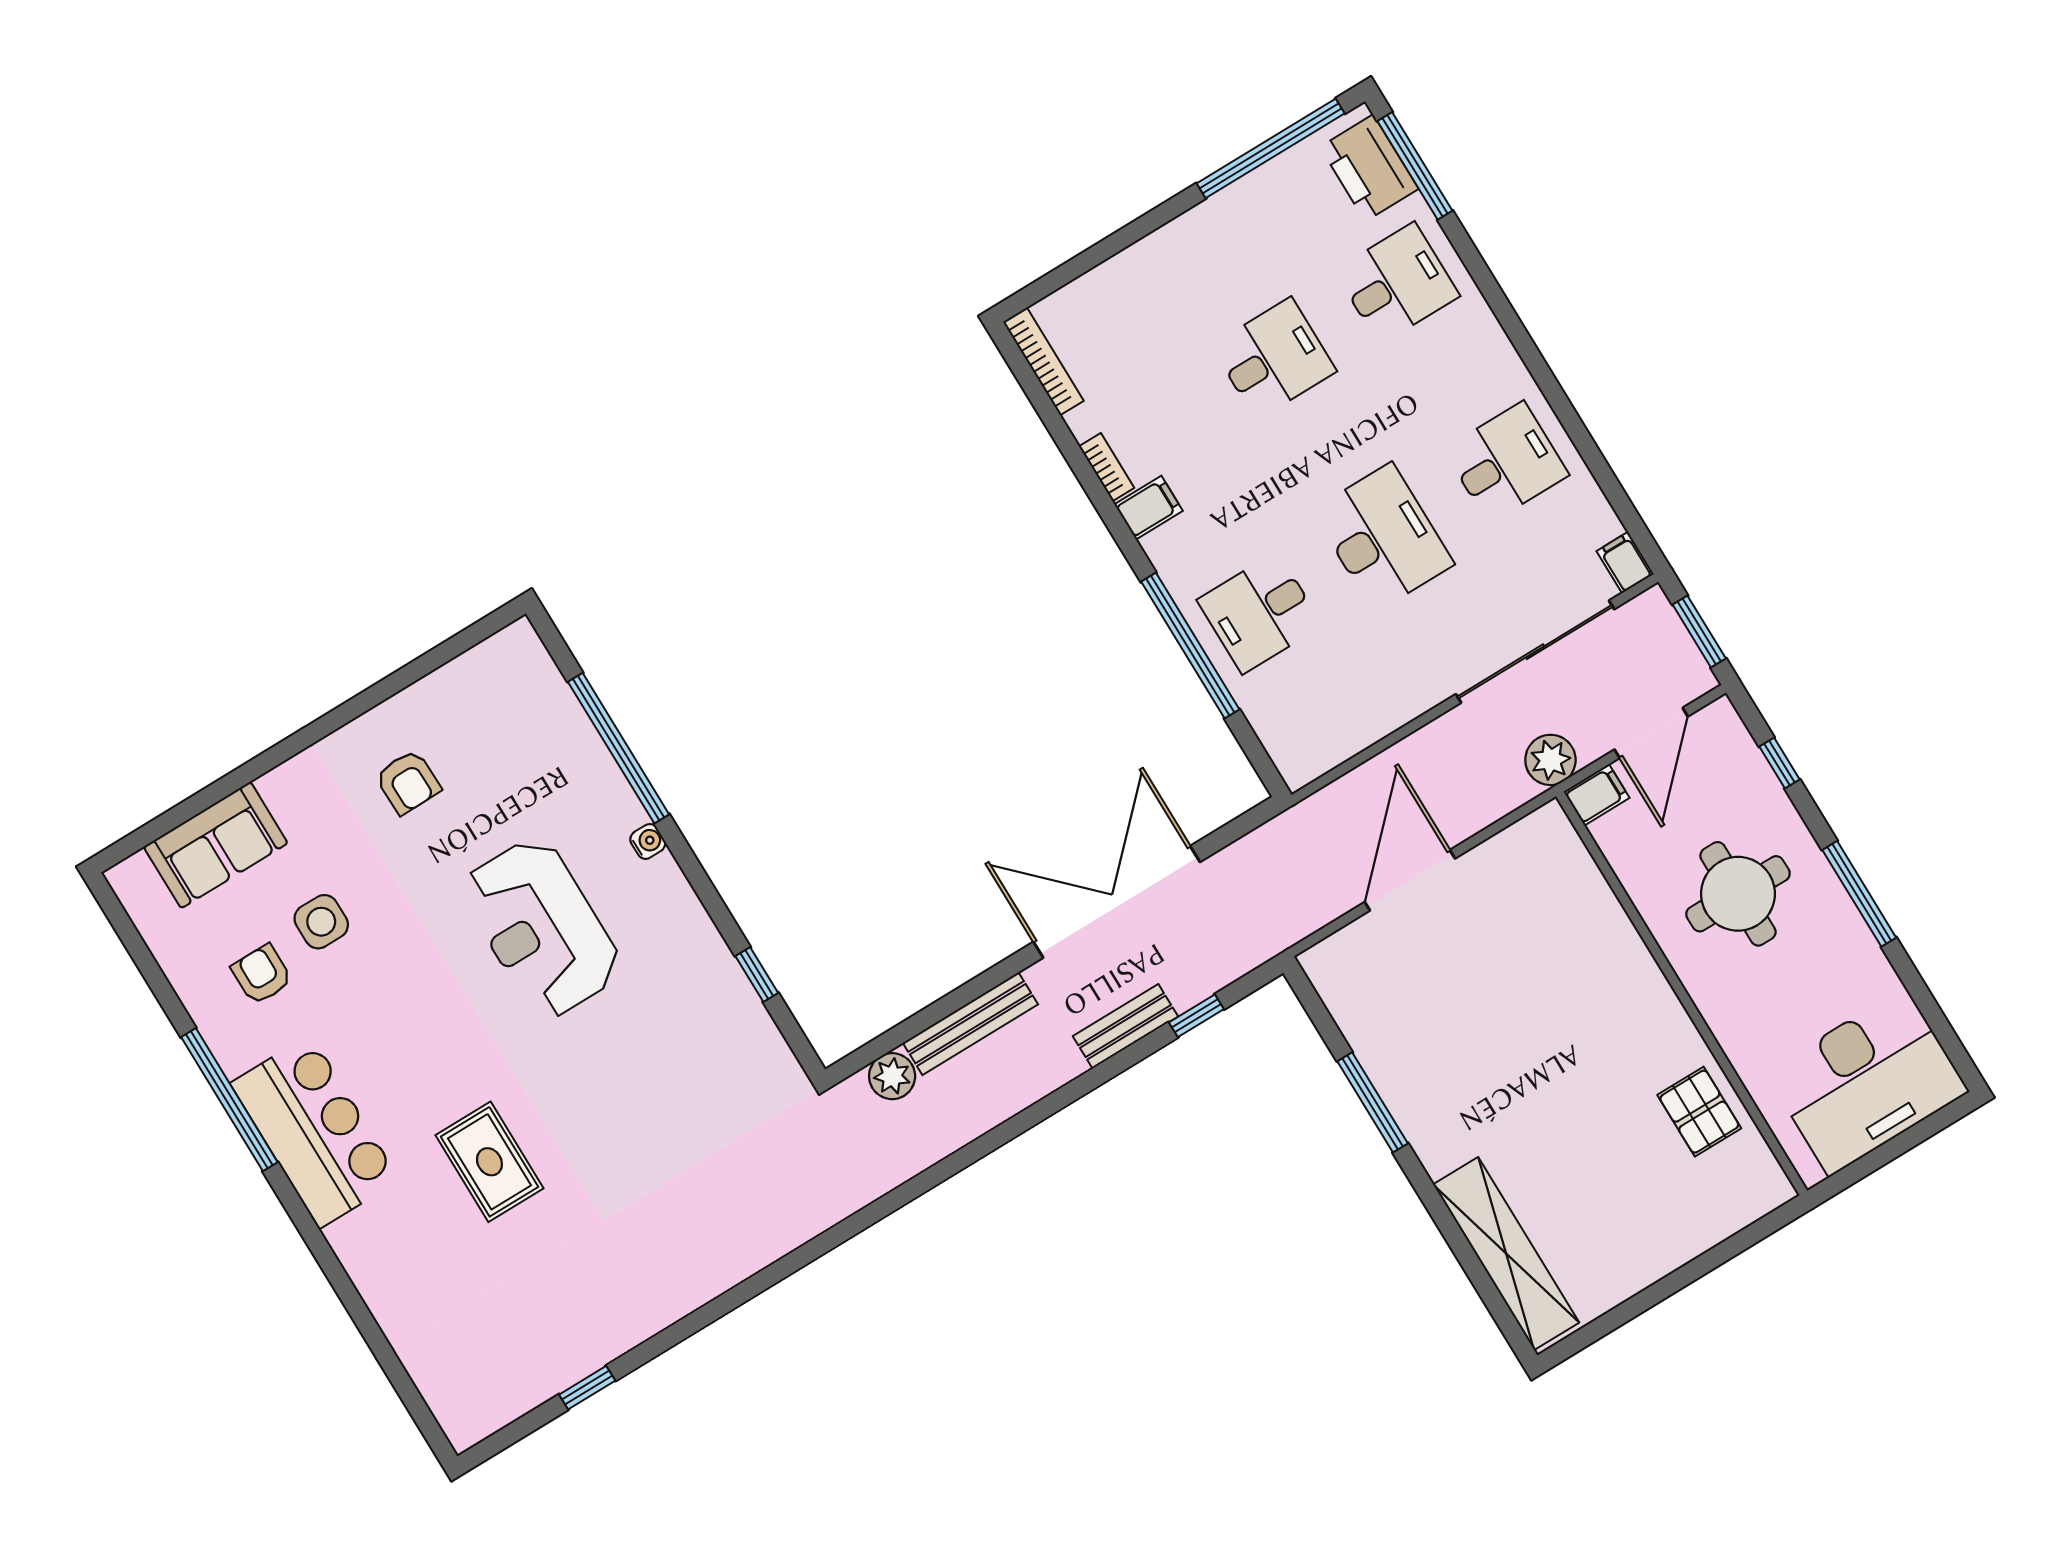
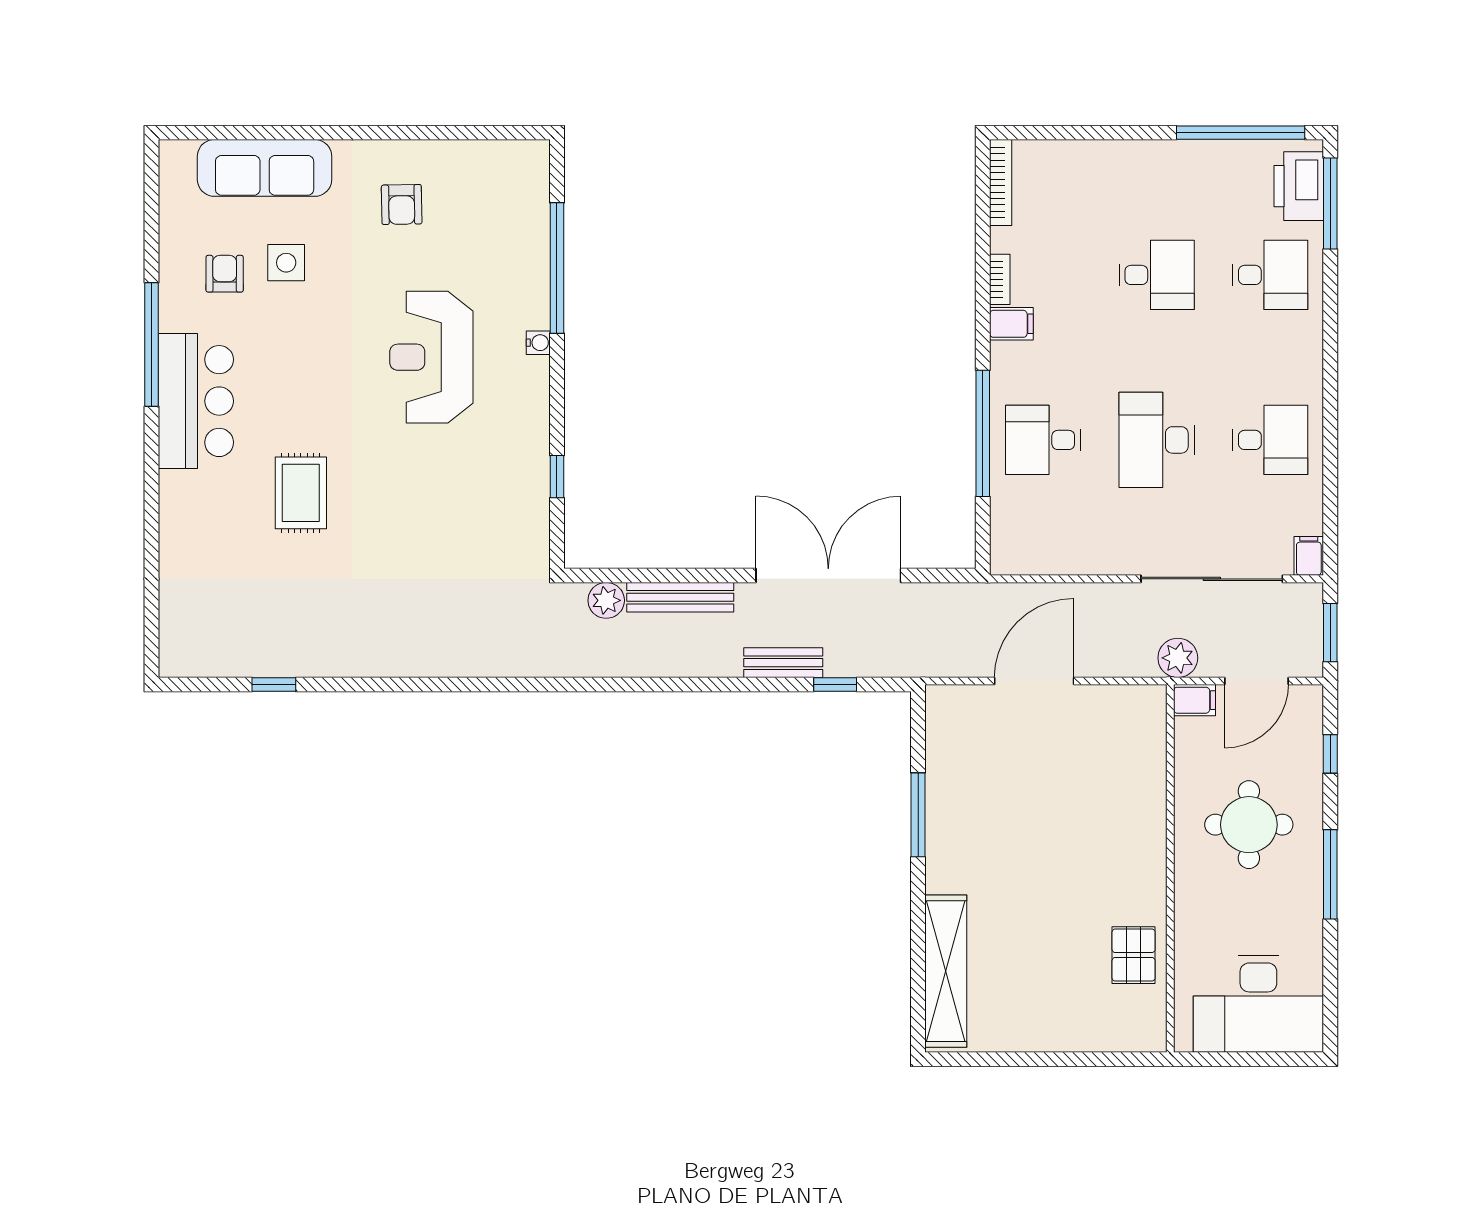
desk: (1383, 537) -> (1157, 440), turned 180
sofa: (216, 845) -> (265, 168), width x1.36

